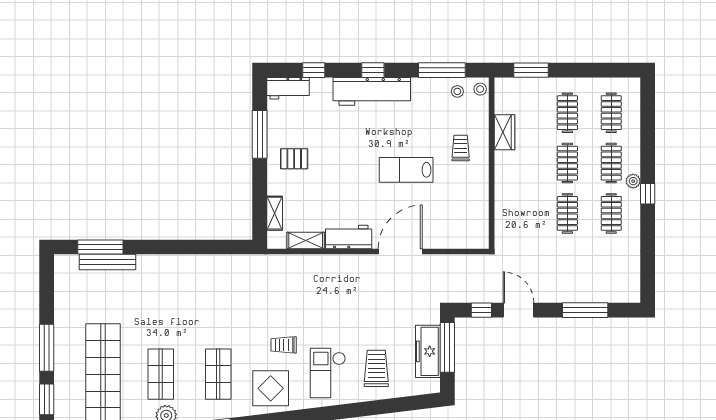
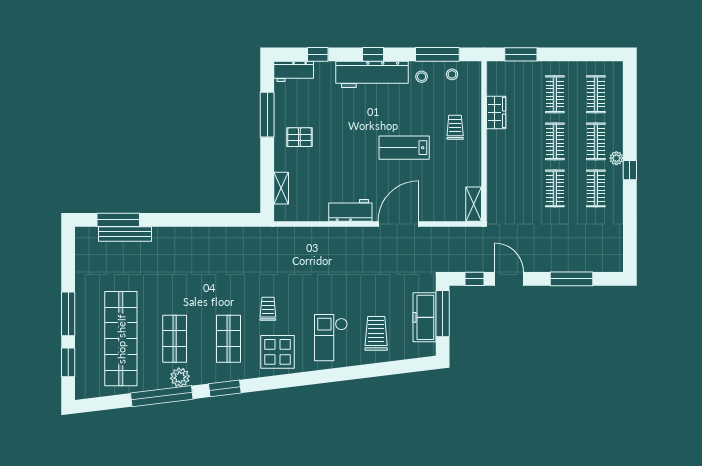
stool: (480, 89) -> (422, 77), moved
shelving: (306, 240) -> (474, 204), moved, turned 90
trolley: (284, 345) -> (268, 309), moved, turned 90

